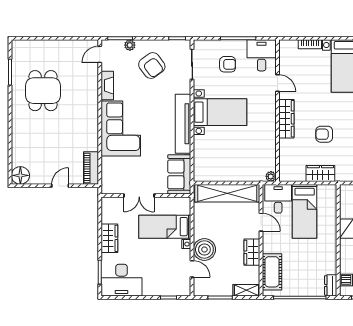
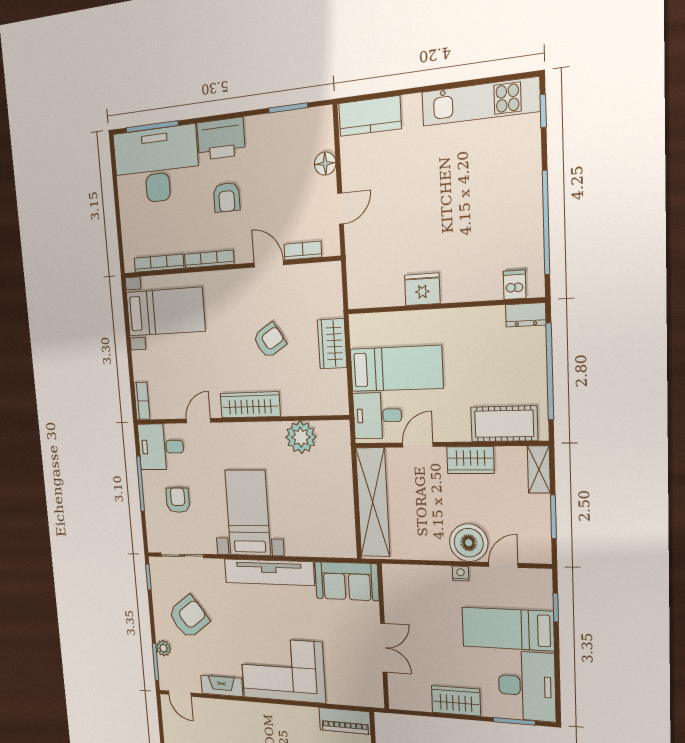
bookcase: (310, 44) -> (142, 401), moved
armchair: (324, 134) -> (270, 340), turned -122
plant: (271, 176) -> (301, 437), moved, width x1.88, depth x1.88
bed: (165, 227) -> (508, 629), moved, turned 90

